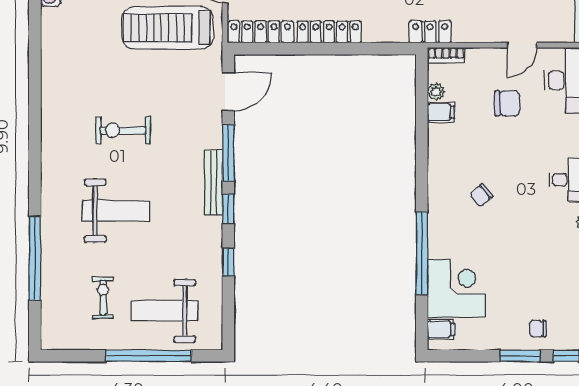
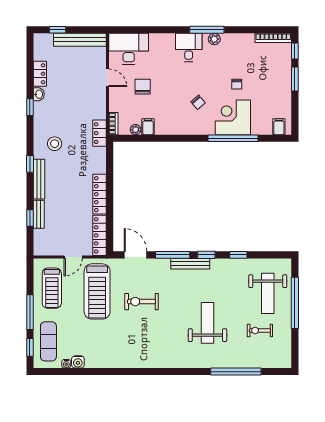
exercise bike: (123, 130) -> (142, 302), moved, turned 90
corner desk: (456, 289) -> (233, 117), moved
chair: (538, 329) -> (237, 84), moved

